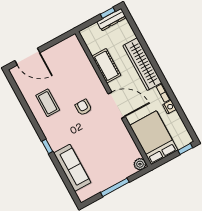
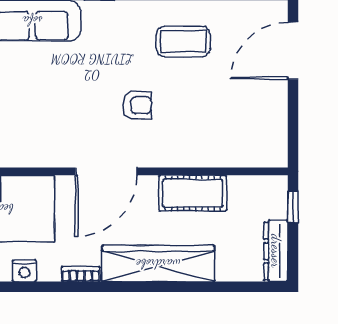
window: (108, 13) -> (293, 207), moved
nightstand: (169, 107) -> (24, 271), moved

